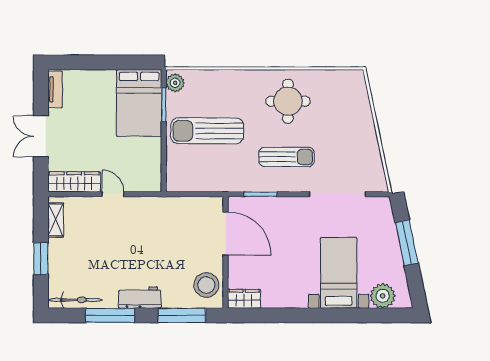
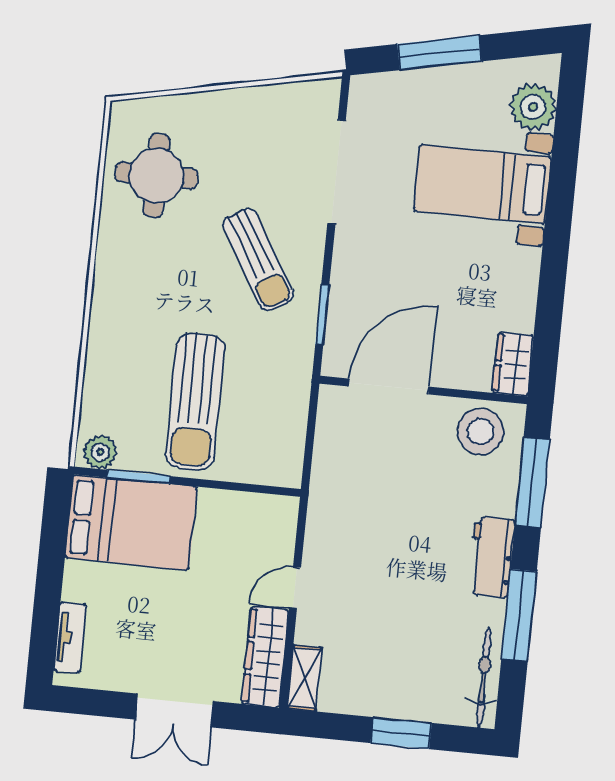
tv unit: (55, 89) -> (70, 637), moved, turned 90
round table: (288, 101) -> (156, 176), moved
sun lounger: (286, 157) -> (258, 259), turned 149
shelving: (56, 220) -> (304, 678), moved, turned 90

